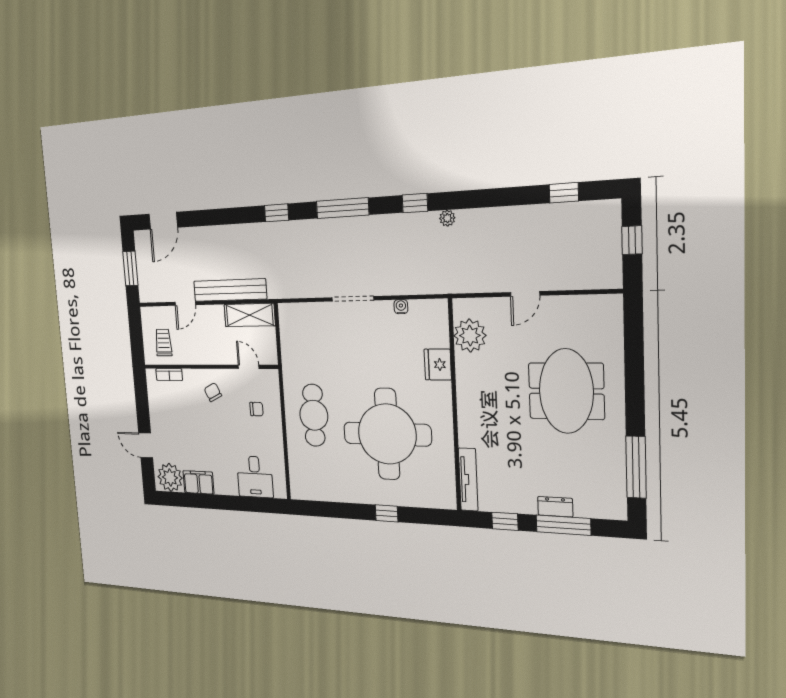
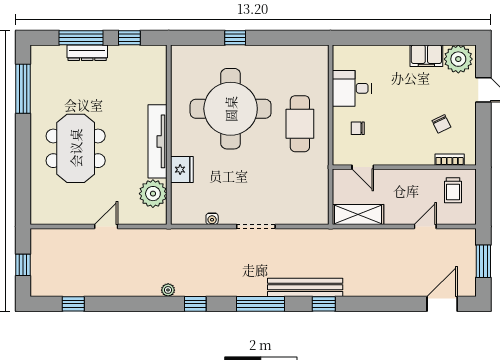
bench: (230, 290) -> (305, 287), moved
chair: (213, 392) -> (441, 124), moved
desk: (255, 477) -> (352, 88), moved, turned -90
tv unit: (468, 479) -> (157, 141), moved, width x1.36, depth x1.29
dresser: (555, 507) -> (87, 53), width x1.44

